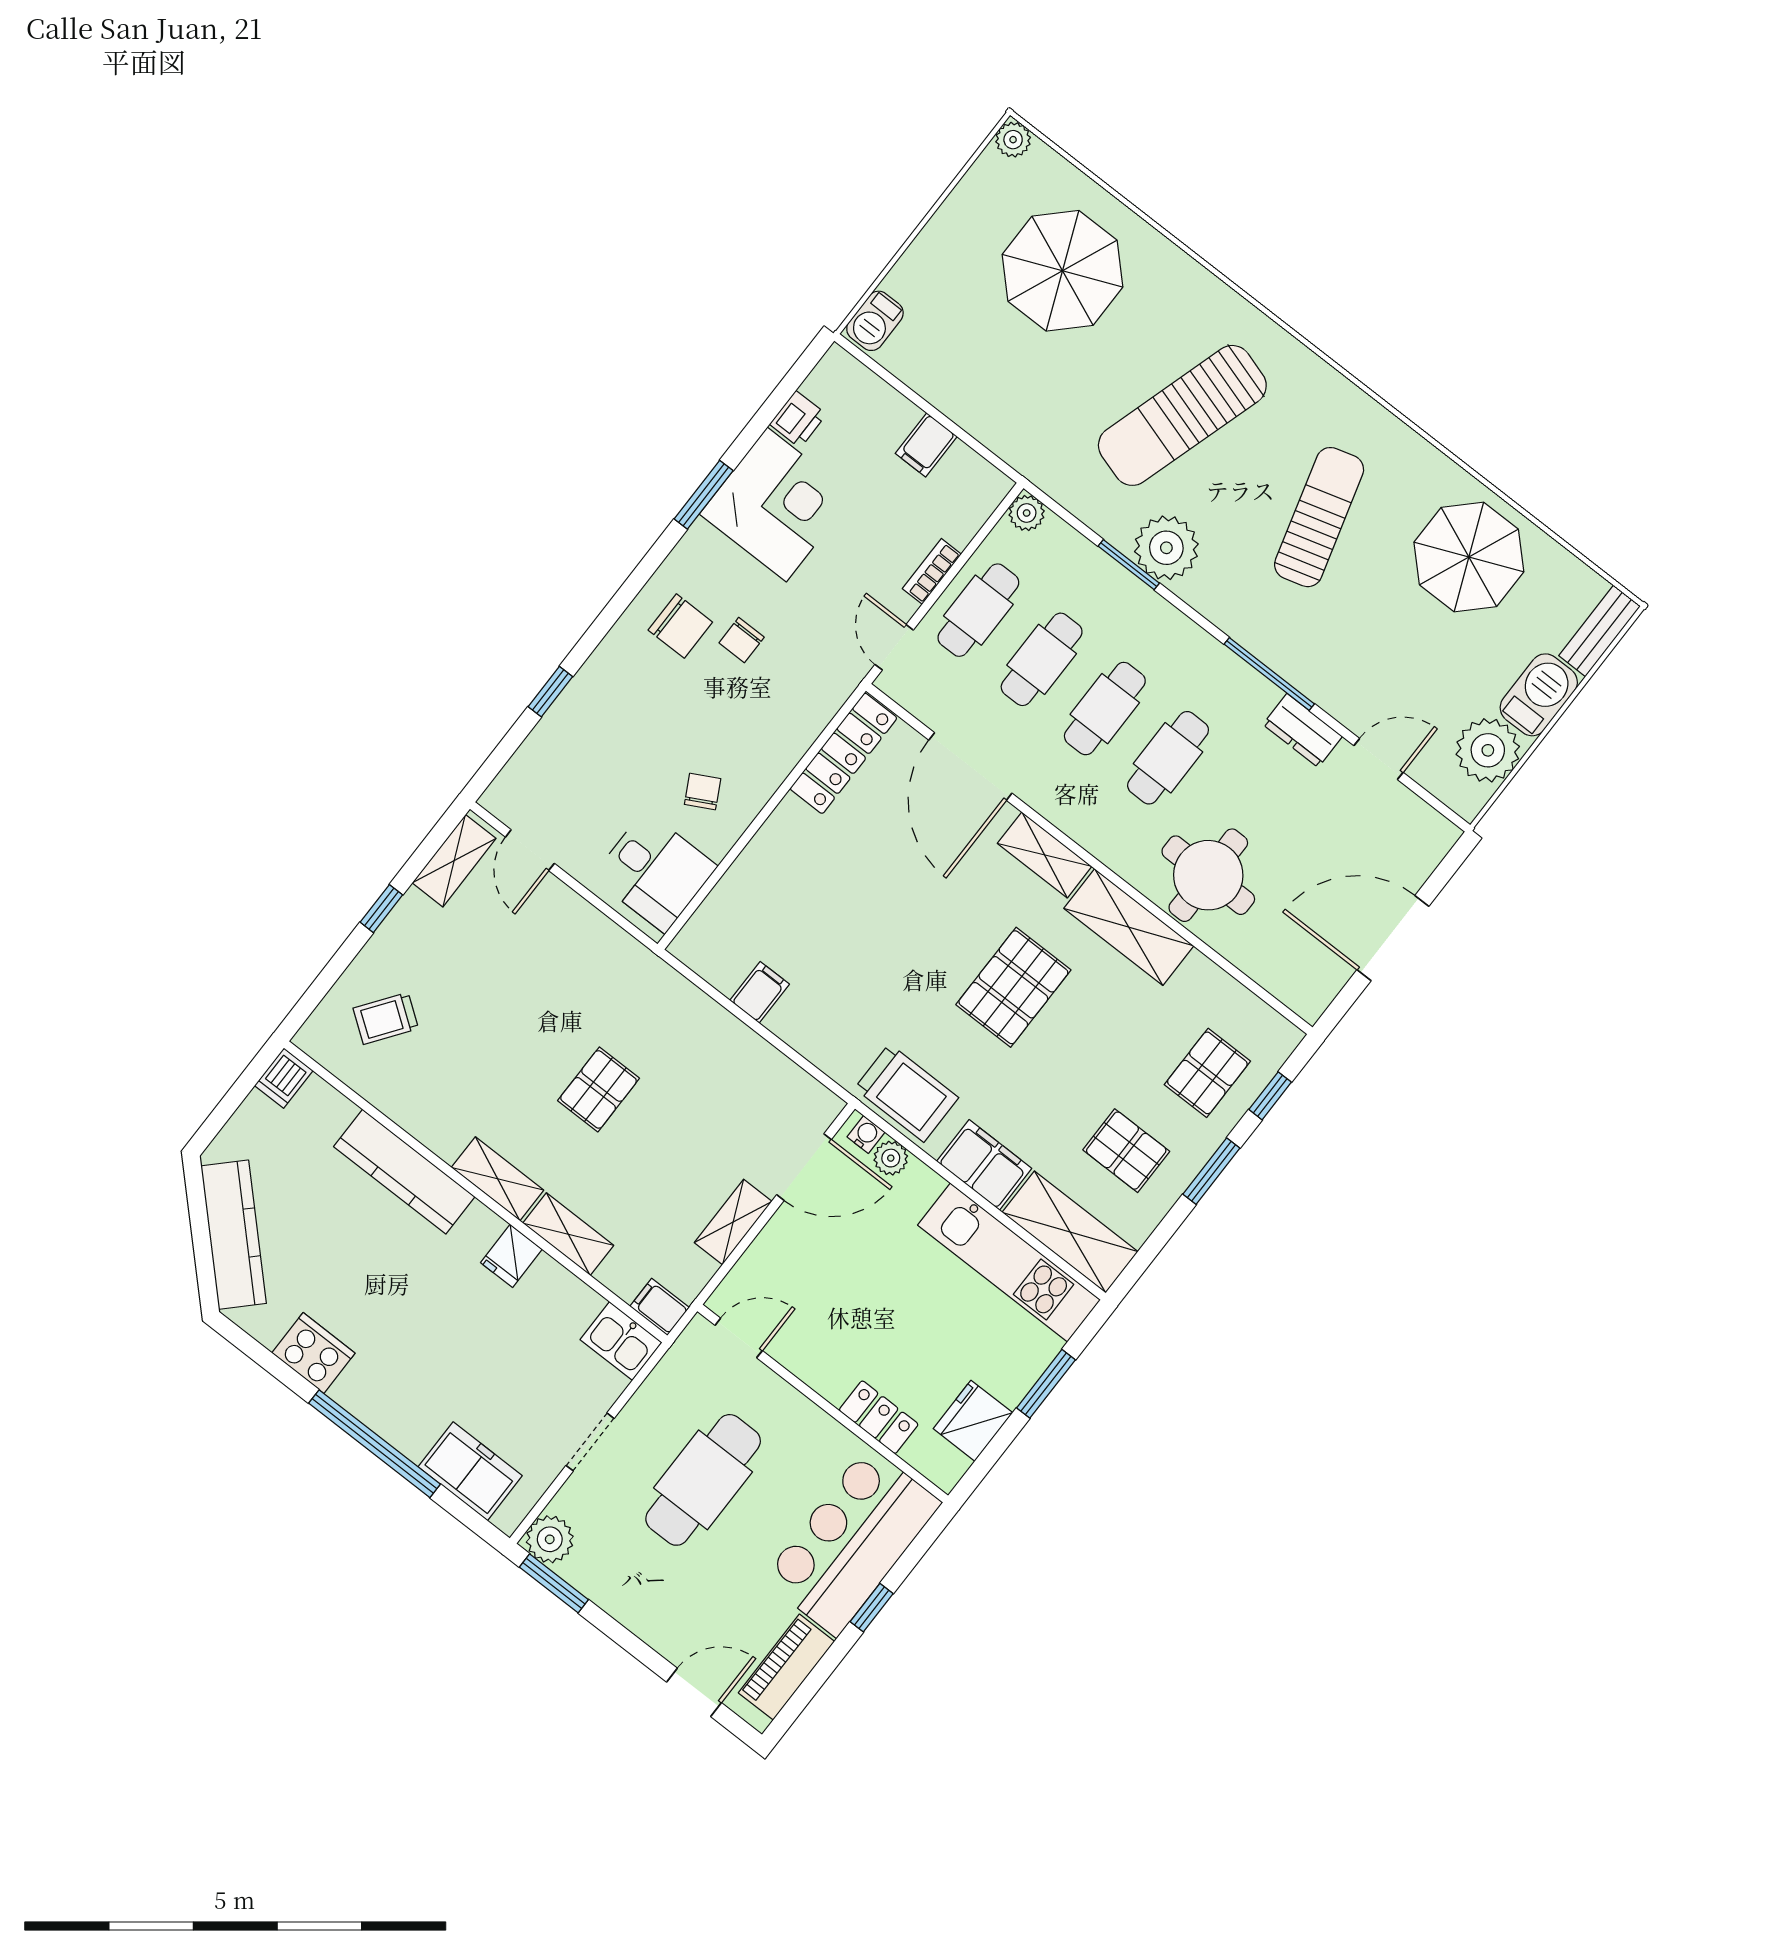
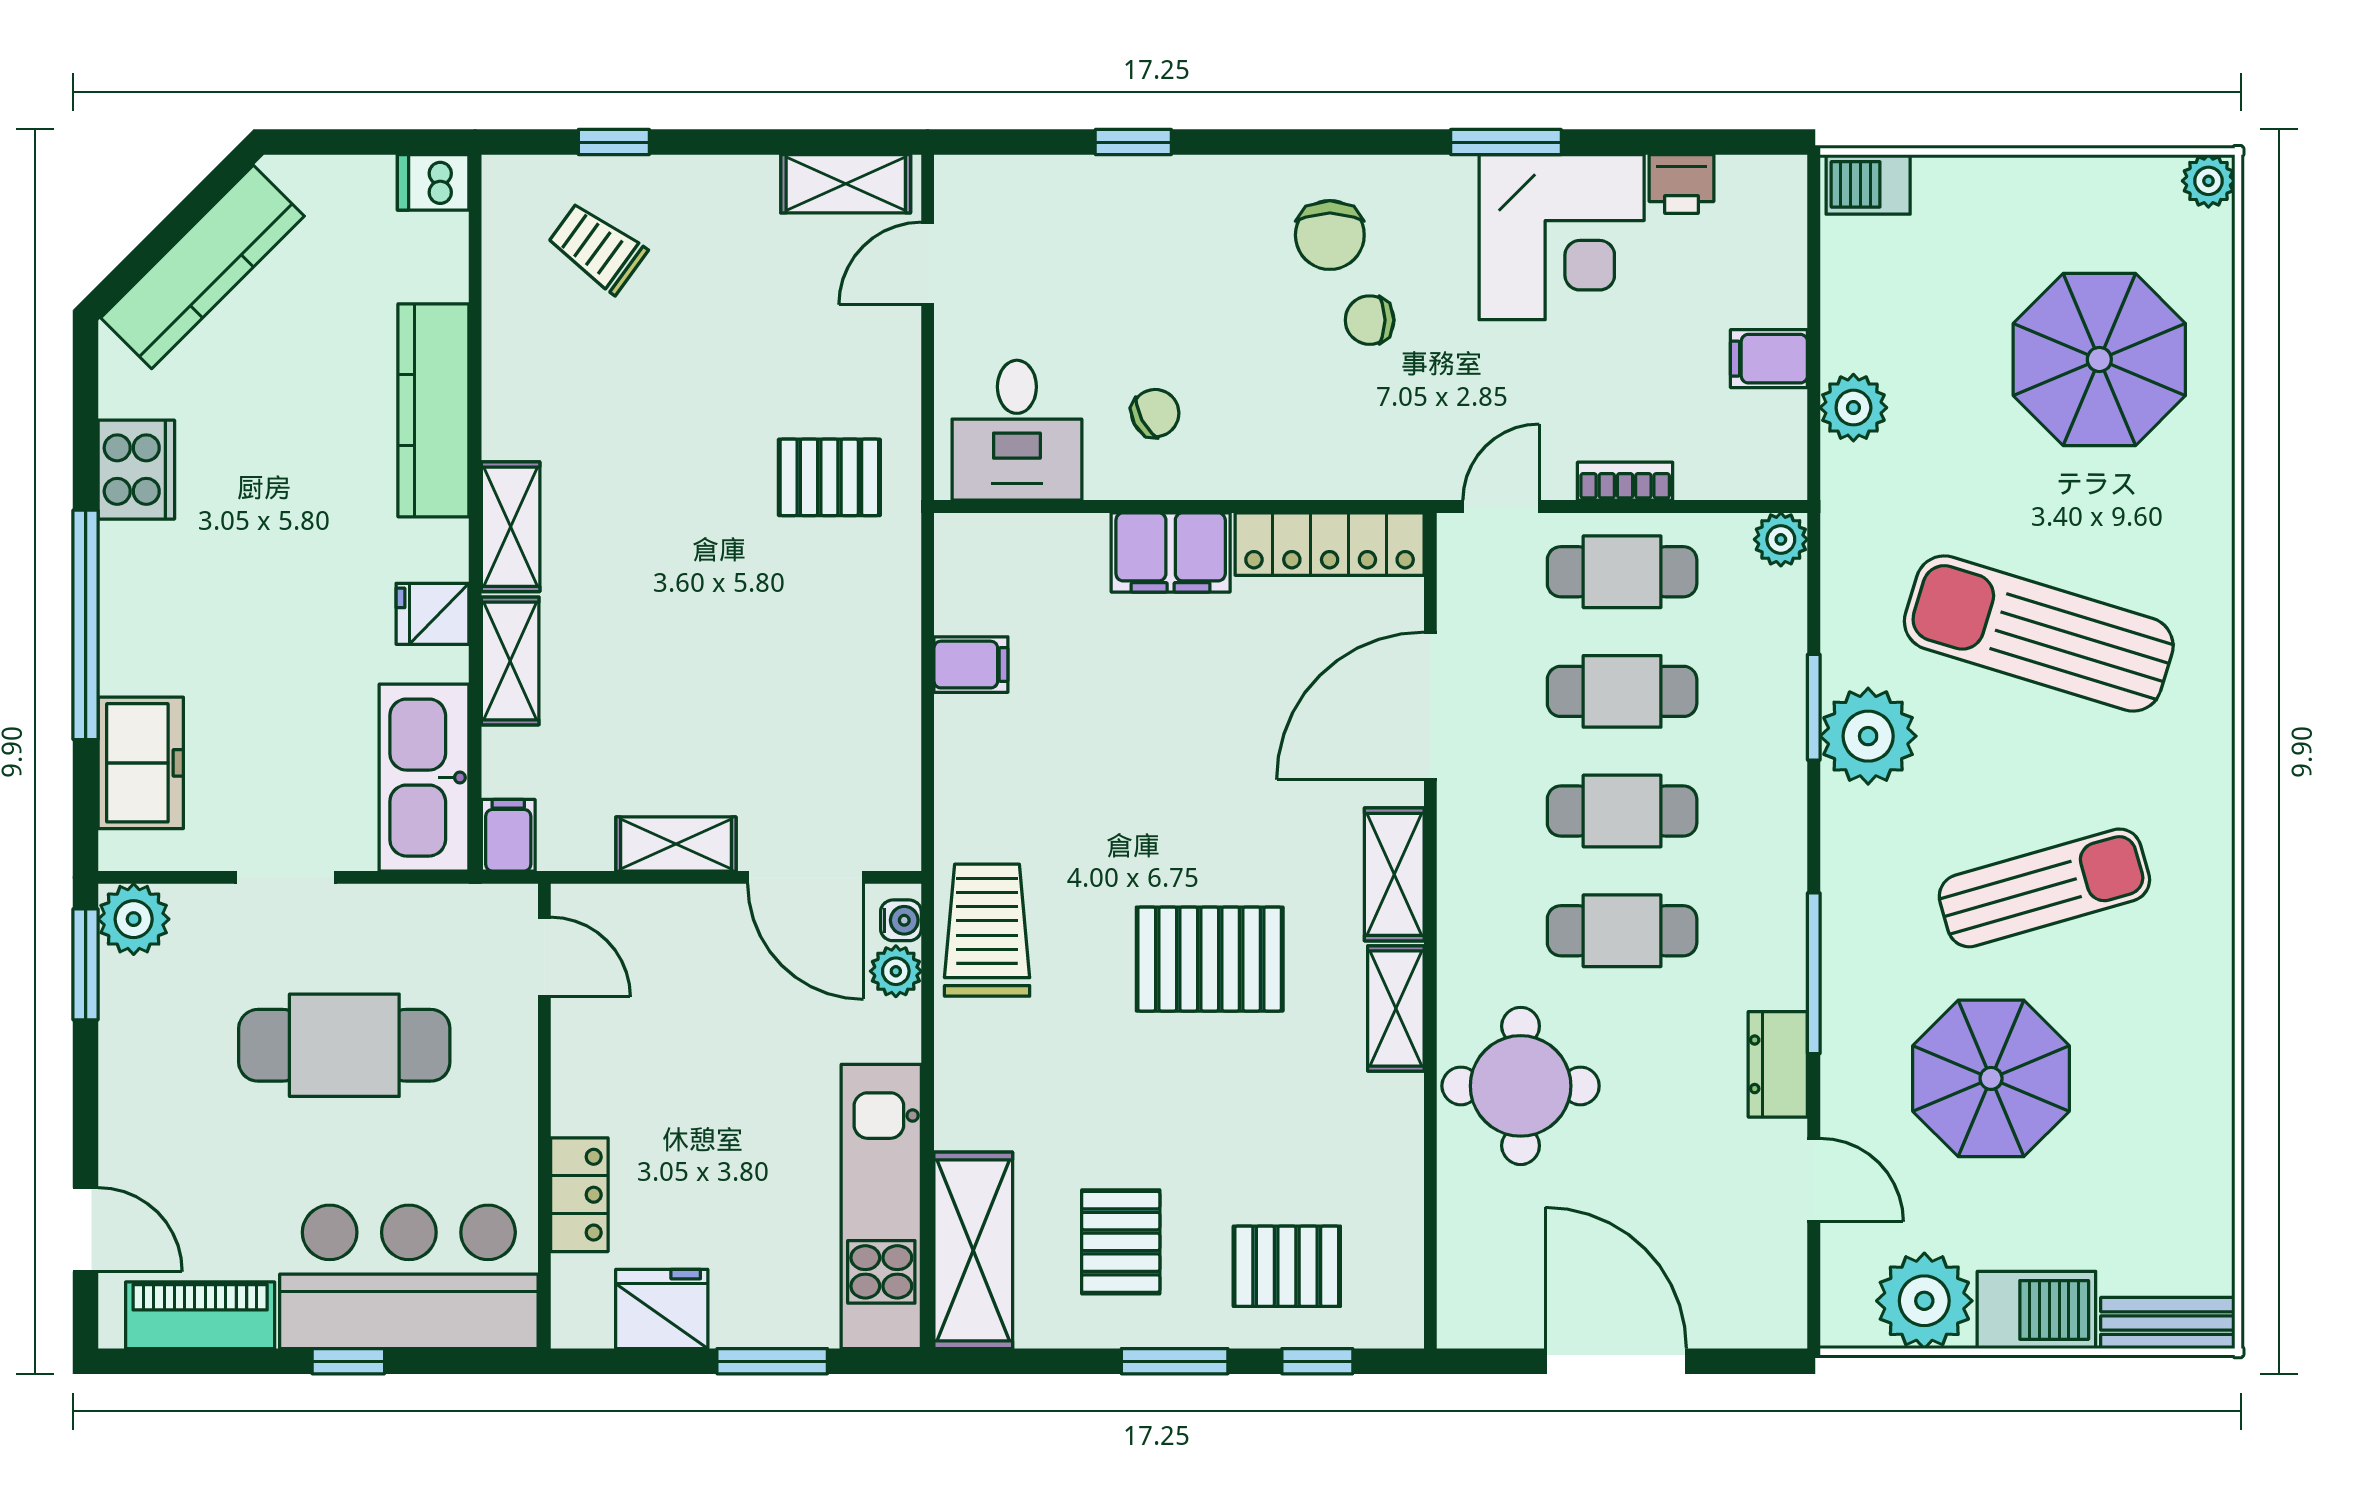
plant: (987, 420) -> (1853, 408), added
parasol: (1469, 557) -> (1991, 1078), moved
window: (381, 909) -> (614, 142), moved
shelving: (1129, 927) -> (1396, 1008), width x0.67, depth x0.75
pallet: (599, 1089) -> (829, 477), moved
trolley: (907, 1093) -> (987, 930), turned 180
filing cabinet: (984, 1165) -> (1171, 552), moved, turned 90
kitchen sink: (621, 1341) -> (424, 778), width x1.88, depth x1.24

